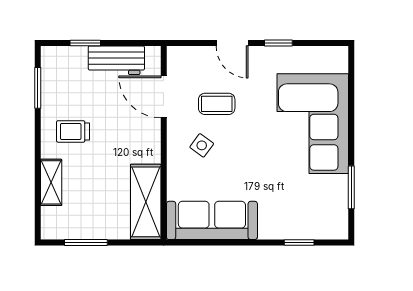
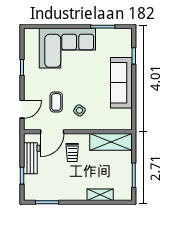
door: (232, 43) -> (22, 109), moved
trolley: (73, 131) -> (72, 152), moved
sofa: (212, 220) -> (121, 83), moved

